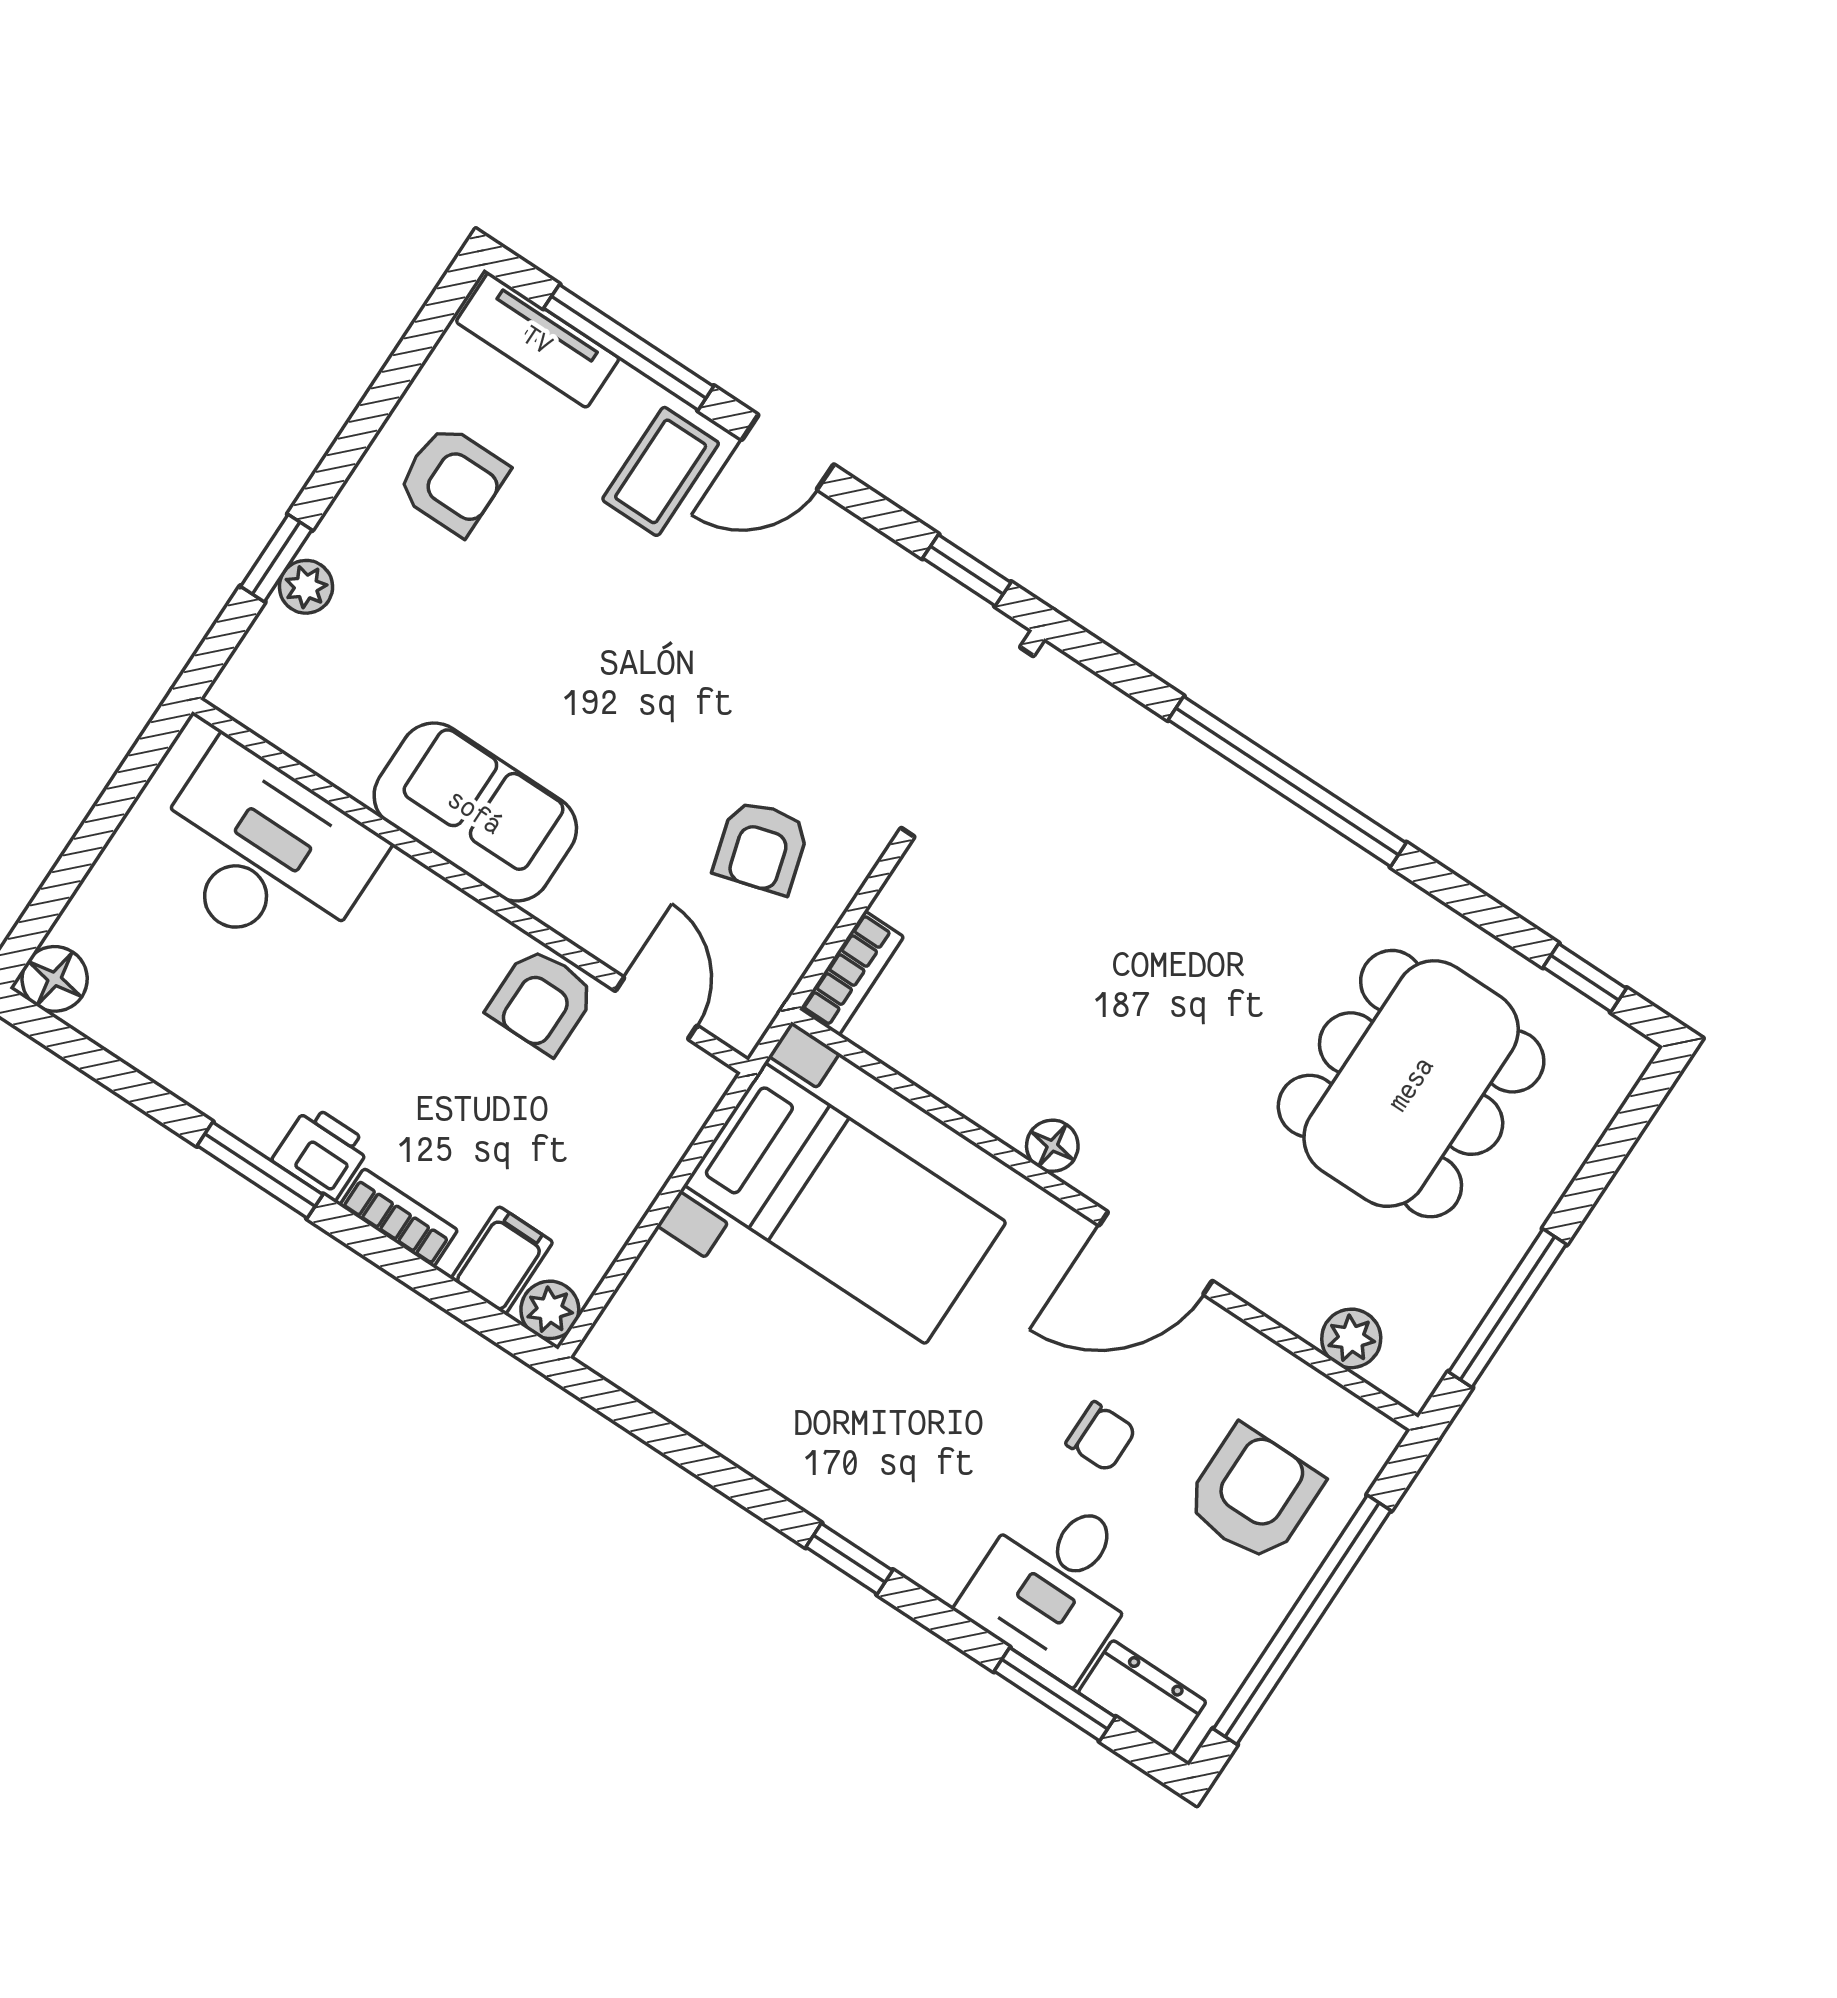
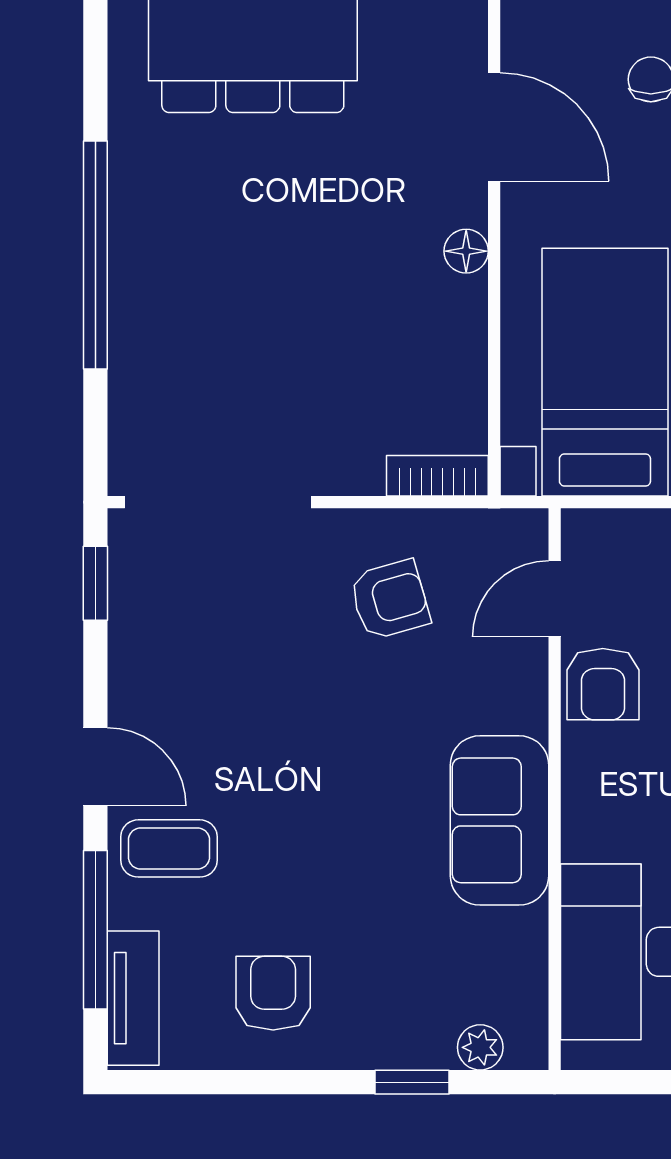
plant: (306, 587) -> (480, 1047), moved
armchair: (542, 1001) -> (603, 684), turned 90

